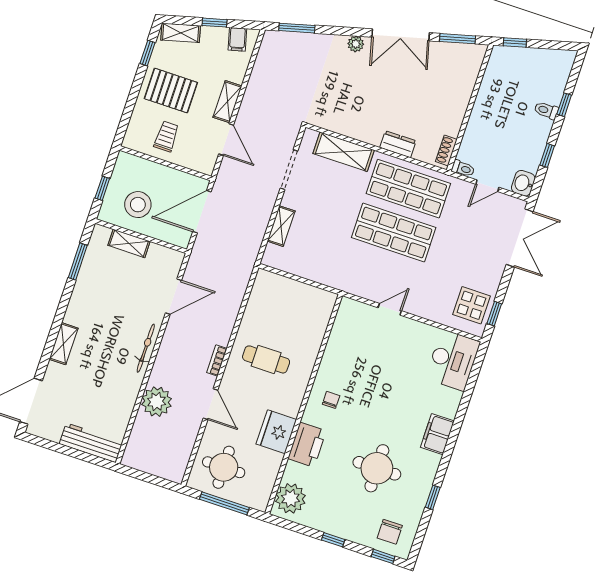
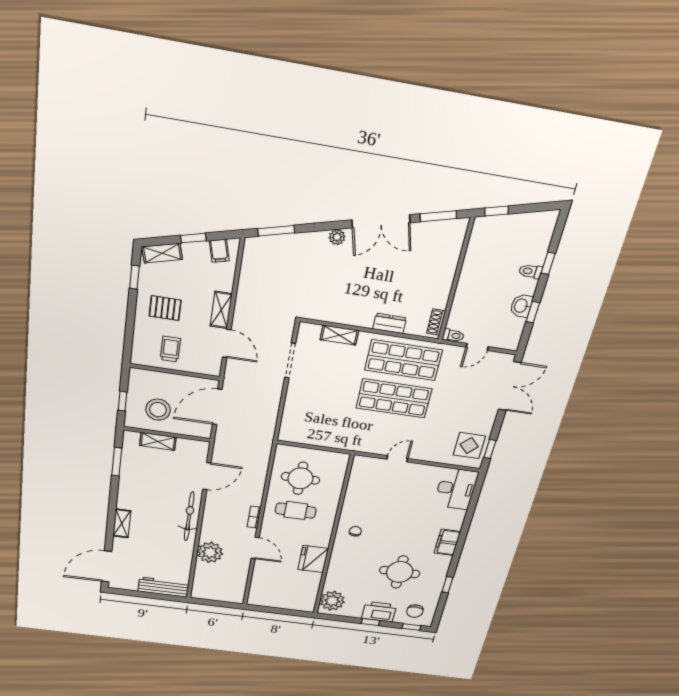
pallet: (171, 91) -> (165, 308), width x0.67, depth x0.71
shelving: (344, 152) -> (339, 335), width x0.67, depth x0.75
washbasin: (523, 183) -> (521, 306), moved
shelving: (281, 226) -> (291, 408), removed
bicycle: (146, 348) -> (189, 516), width x1.37, depth x1.40
printer: (307, 445) -> (379, 612), moved, turned -90
round table: (224, 467) -> (300, 478), moved
window: (224, 503) -> (280, 611), removed

